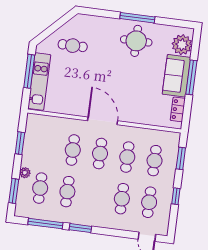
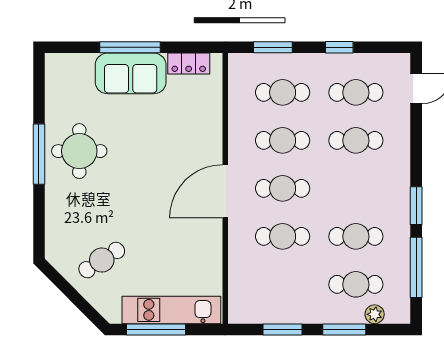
plant: (182, 45) -> (76, 71), removed
cafe table: (73, 46) -> (102, 260), turned 57
plant: (25, 173) -> (375, 314), moved
window: (14, 191) -> (344, 329), moved

